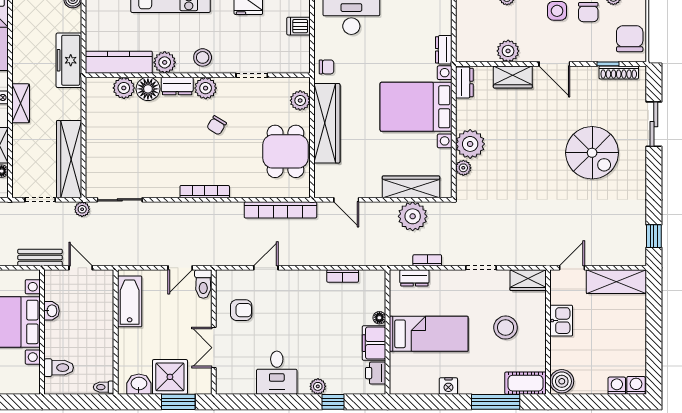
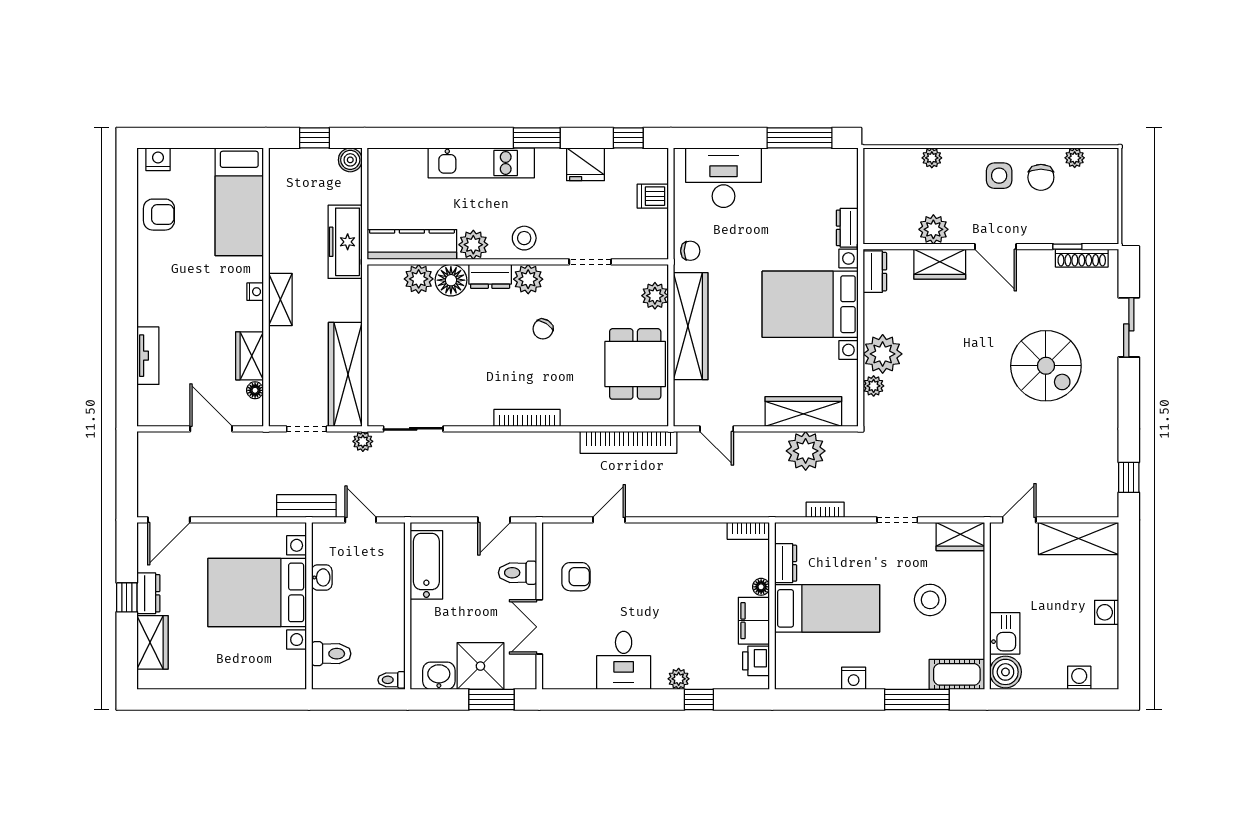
chair: (630, 39) -> (1096, 213), removed
bookcase: (343, 276) -> (748, 531), moved
dresser: (414, 278) -> (786, 563), moved, turned -90
toilet: (203, 284) -> (518, 573), moved, turned 90
kitchen sink: (561, 321) -> (1005, 633), moved
washing machine: (636, 385) -> (1107, 612), moved, turned -90

